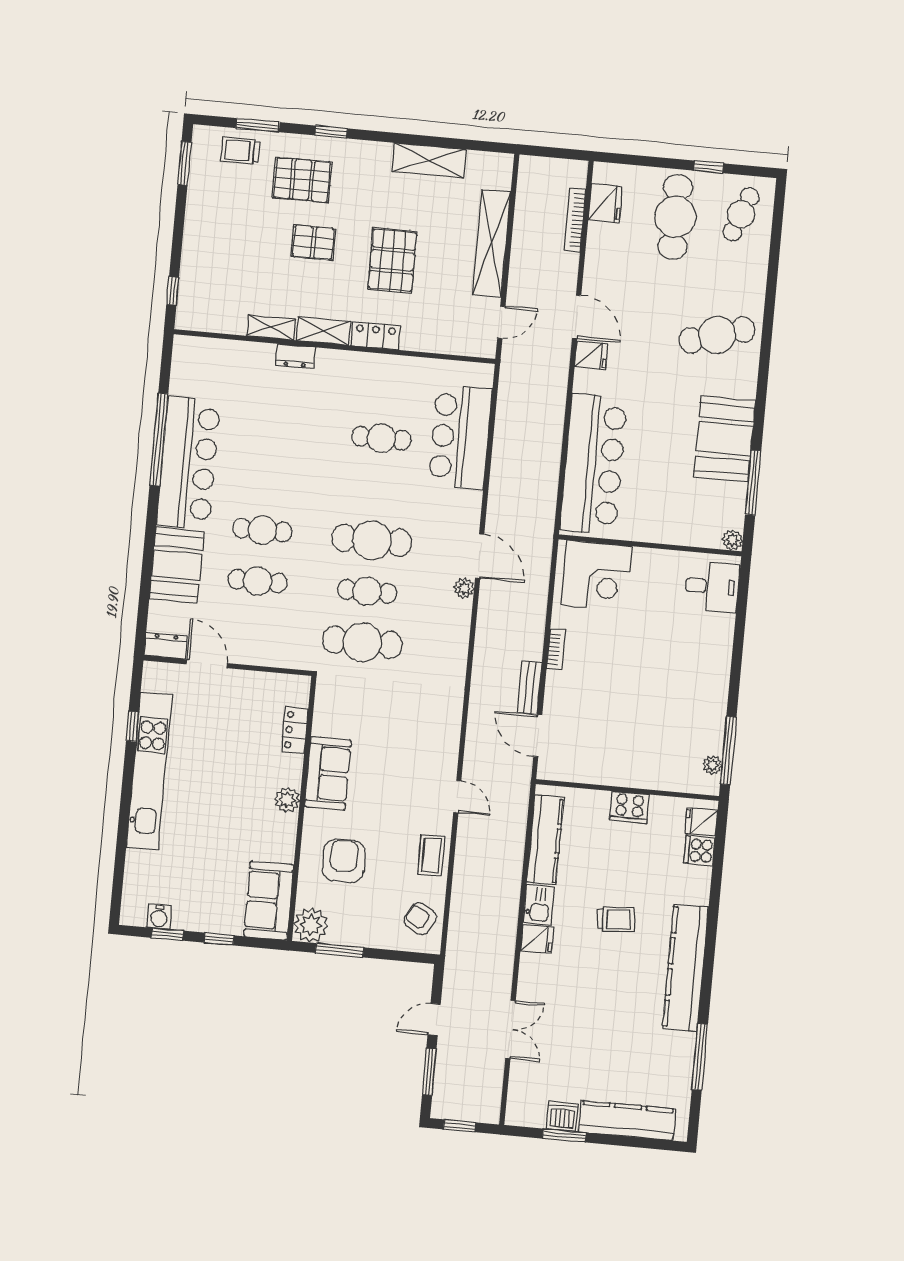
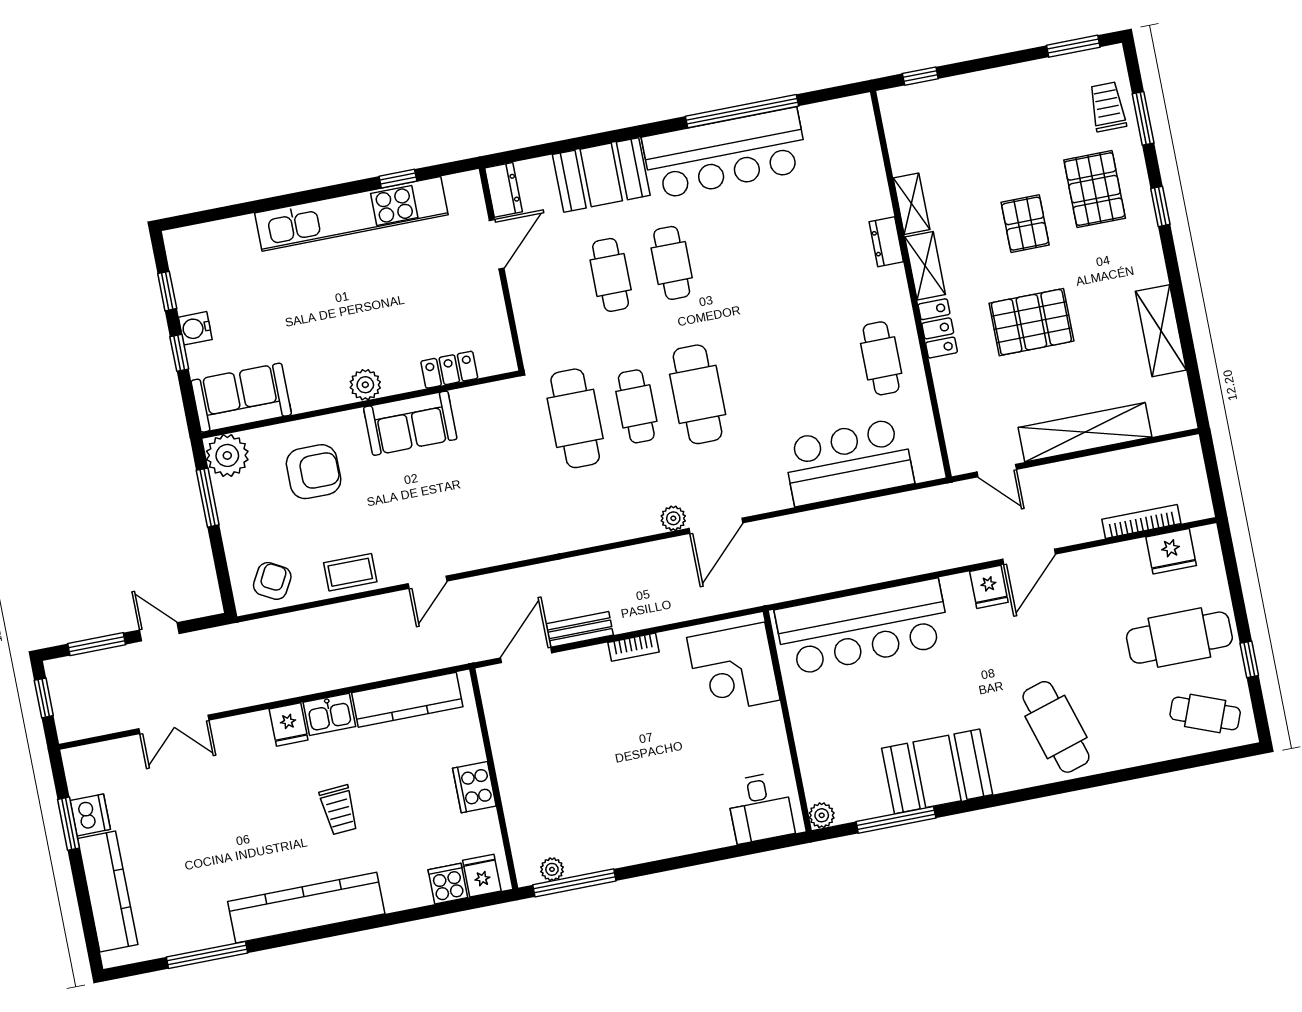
cafe table: (381, 438) -> (881, 358), moved
water cooler: (159, 917) -> (195, 328), moved

